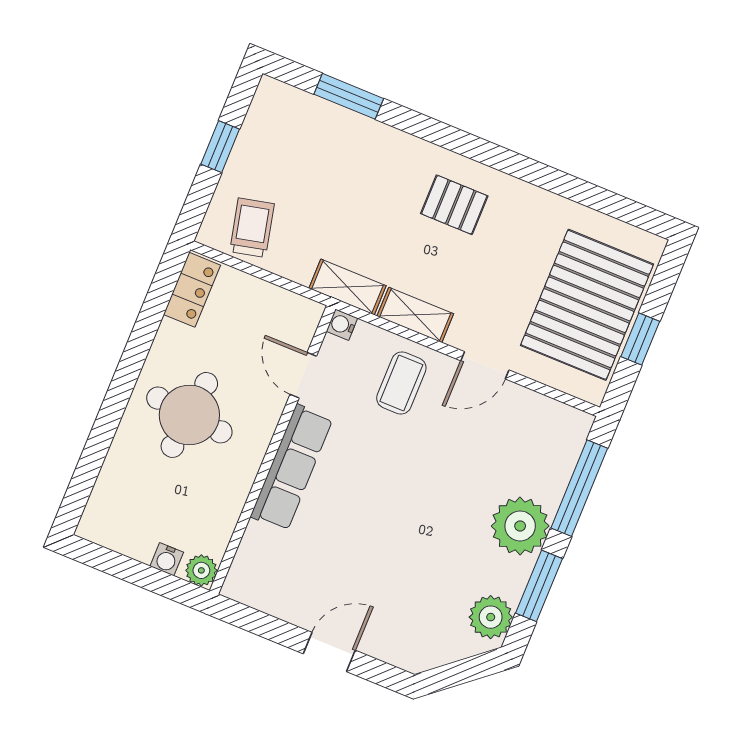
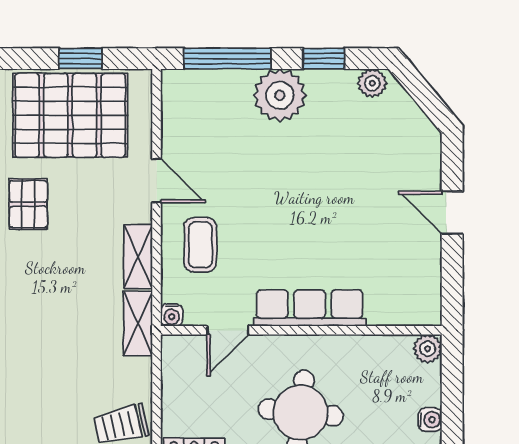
pallet: (454, 205) -> (28, 204), moved
coffee table: (401, 383) -> (200, 245), turned 90
water cooler: (167, 559) -> (430, 420), moved
window: (539, 586) -> (324, 59), width x0.67
plant: (491, 617) -> (372, 83), width x0.73, depth x0.73

